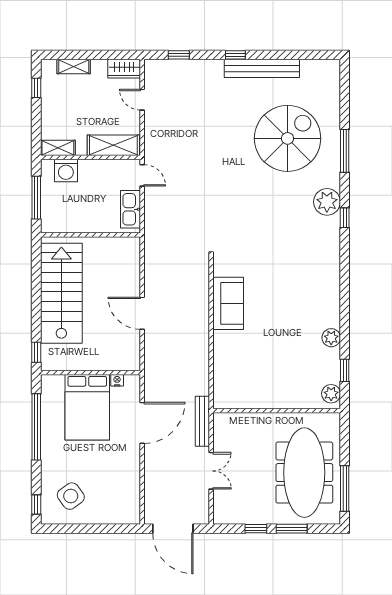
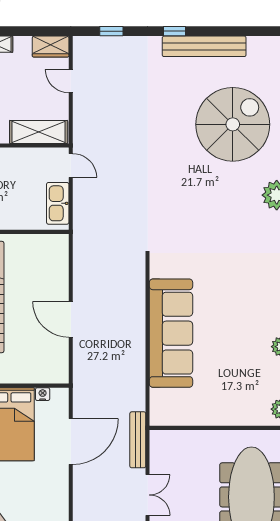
sofa: (228, 303) -> (171, 333), width x1.85, depth x1.27

